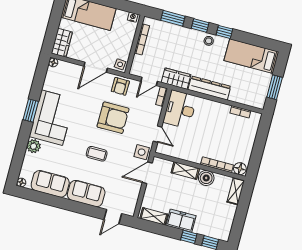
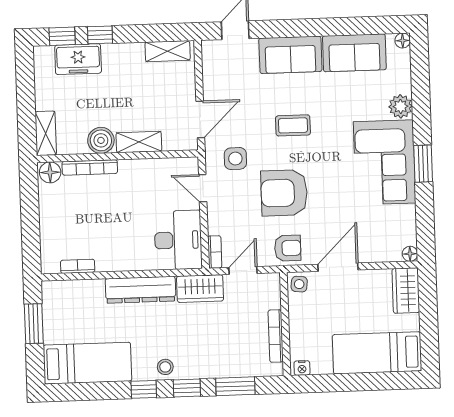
armchair: (120, 86) -> (288, 248), turned 89
side table: (142, 152) -> (235, 159), moved
freezer: (181, 221) -> (78, 59), moved

